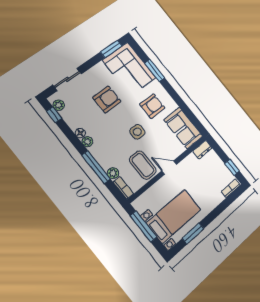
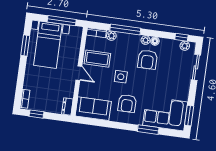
armchair: (107, 99) -> (147, 60), moved
door: (169, 168) -> (79, 73), hinge flipped

